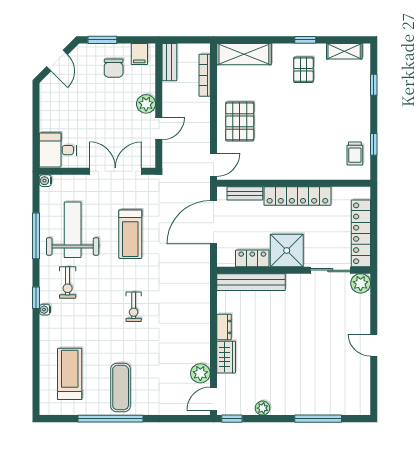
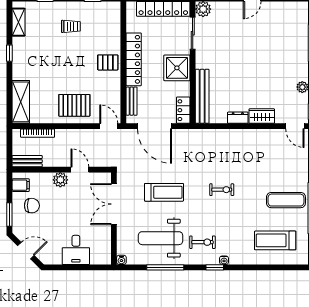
pallet: (303, 70) -> (108, 62), moved
desk: (58, 150) -> (76, 250), moved
trolley: (355, 154) -> (71, 26), moved
locker: (252, 258) -> (183, 110), moved
plant: (200, 373) -> (275, 137), removed

